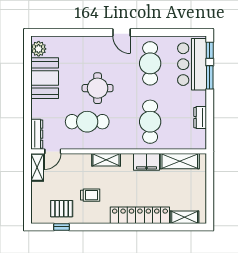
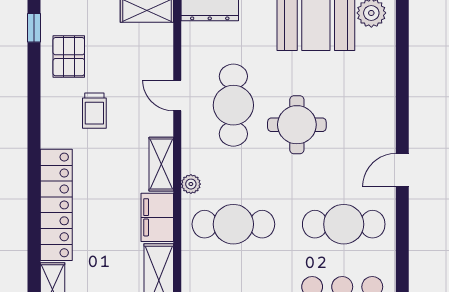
plant: (129, 144) -> (191, 184), added
door: (53, 151) -> (177, 96), moved
shelving: (106, 160) -> (161, 164), moved
window: (62, 227) -> (34, 28), moved

